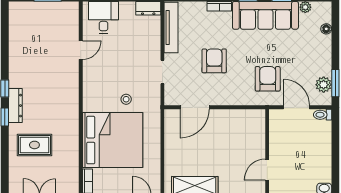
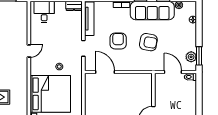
door: (81, 50) -> (29, 51), moved
armchair: (268, 79) -> (148, 42), moved, turned 100
door: (195, 107) -> (105, 72), swing flipped

